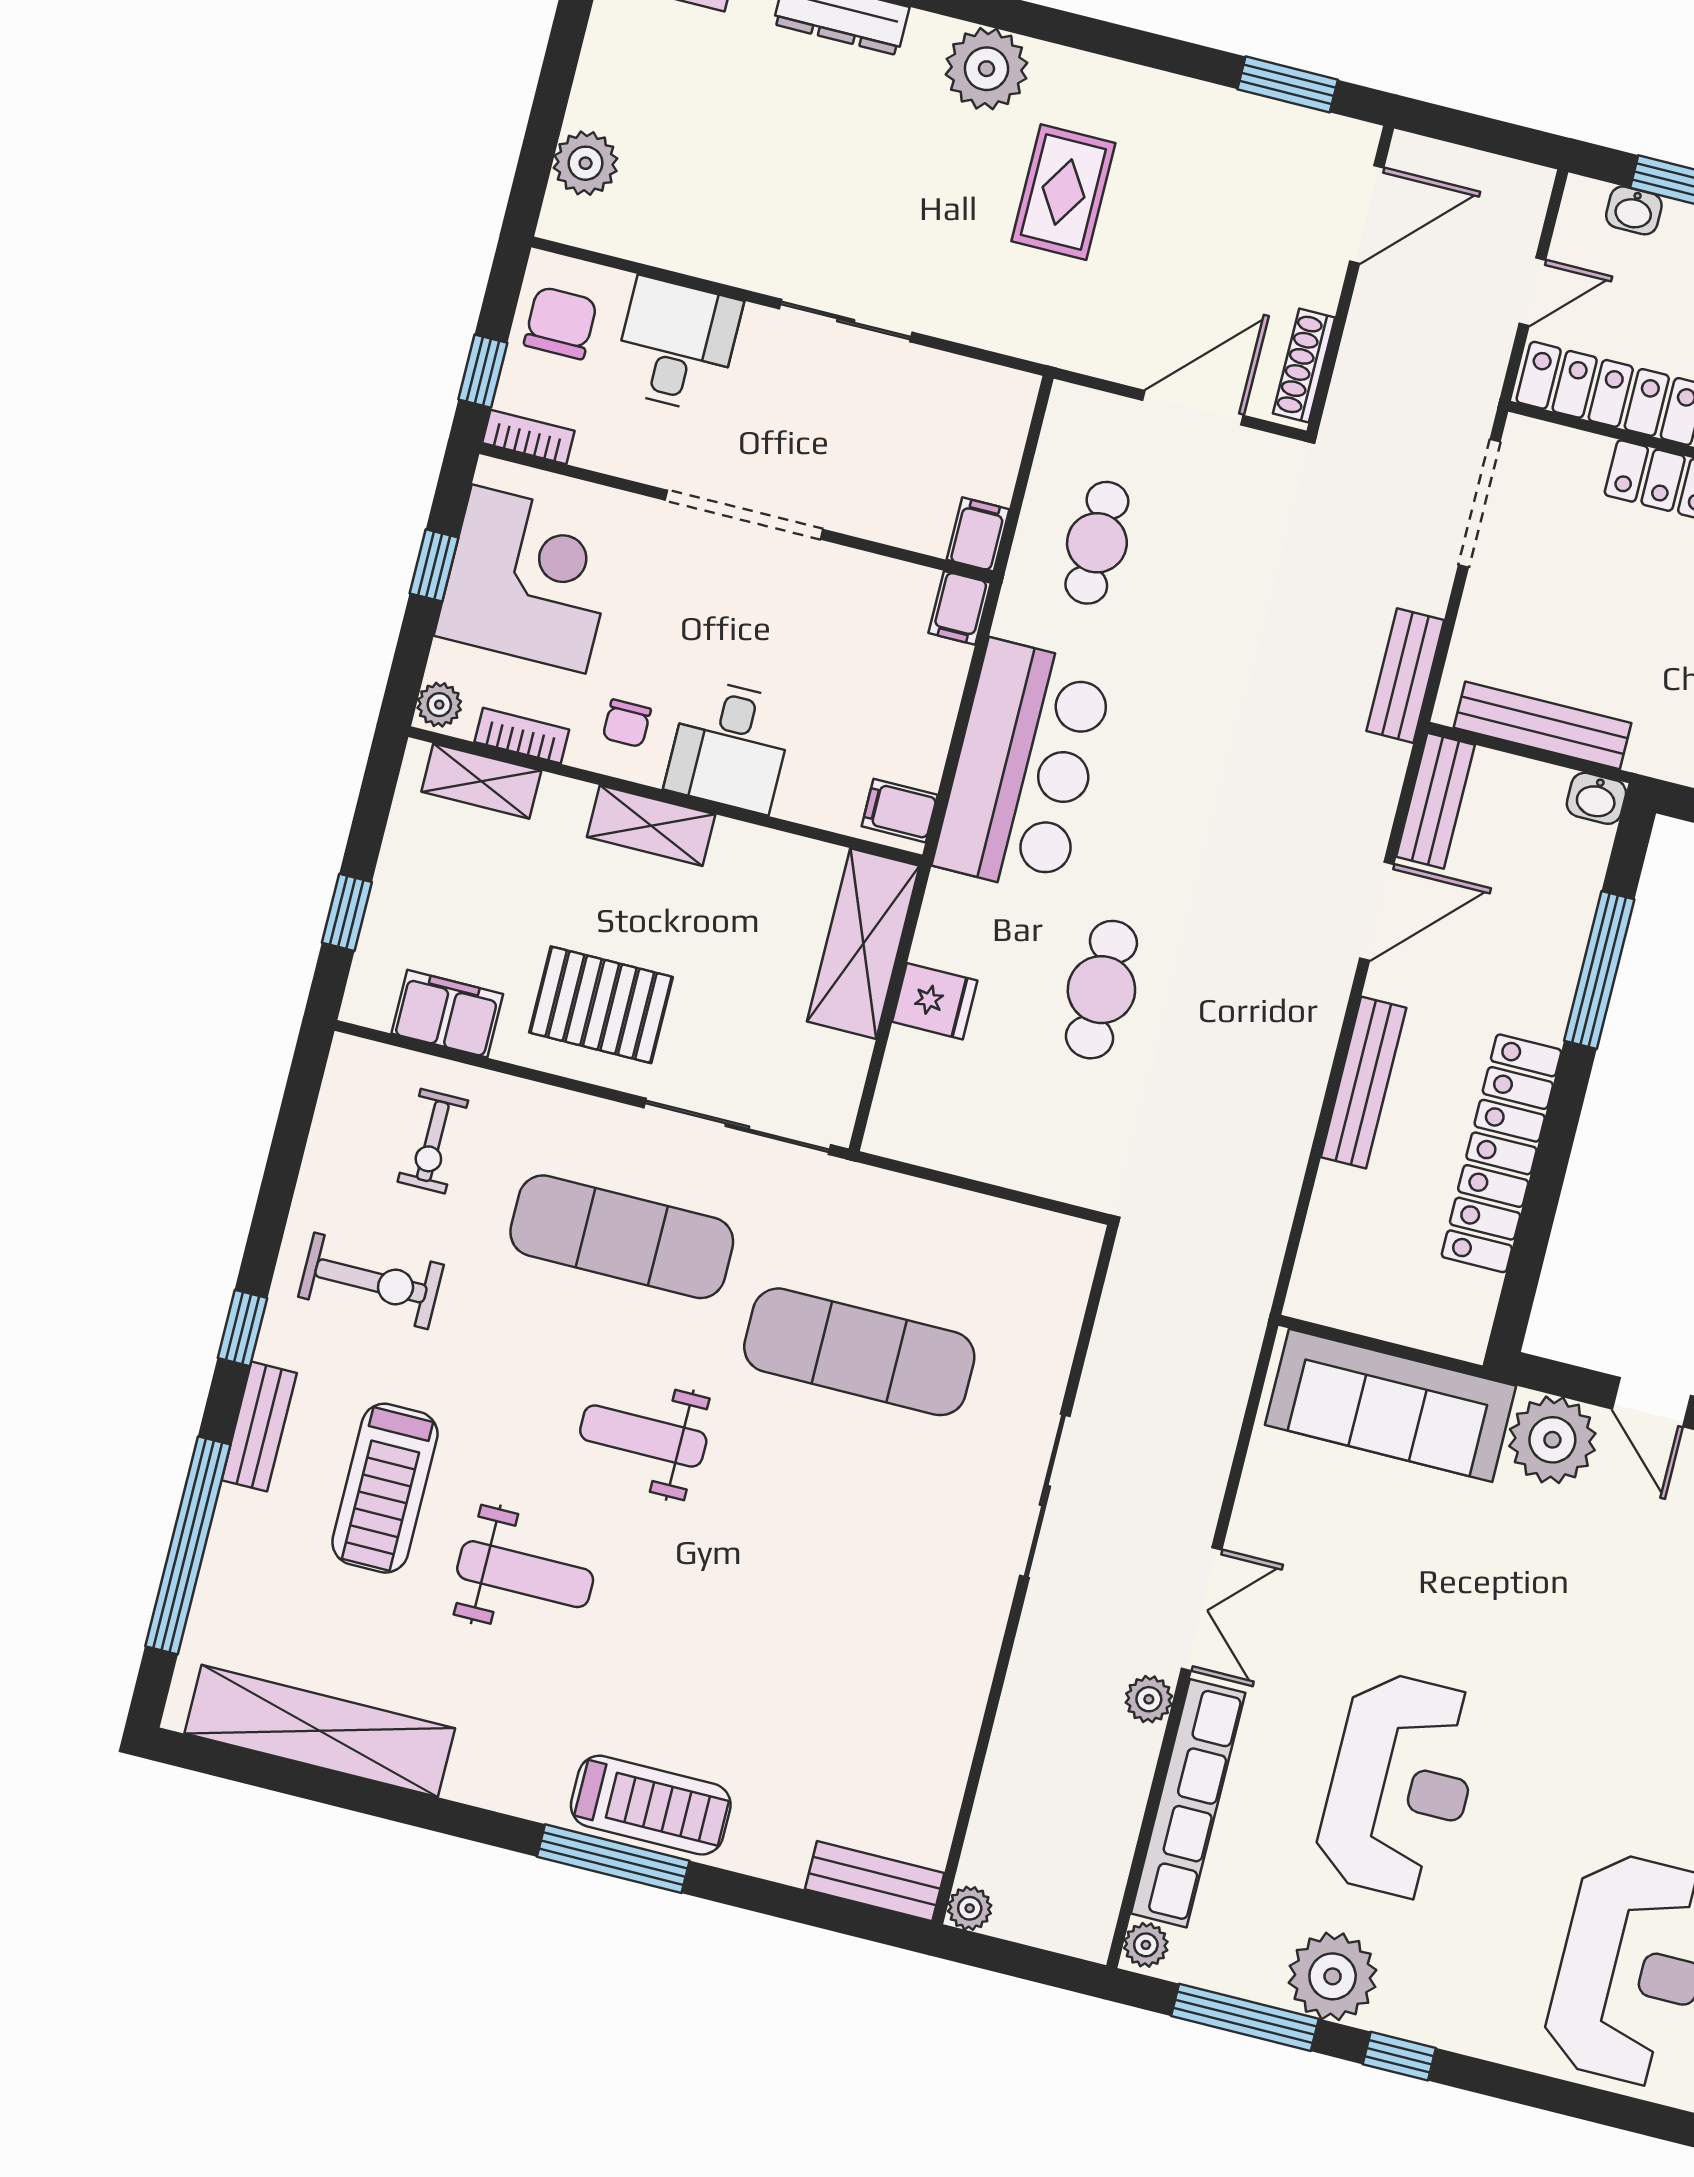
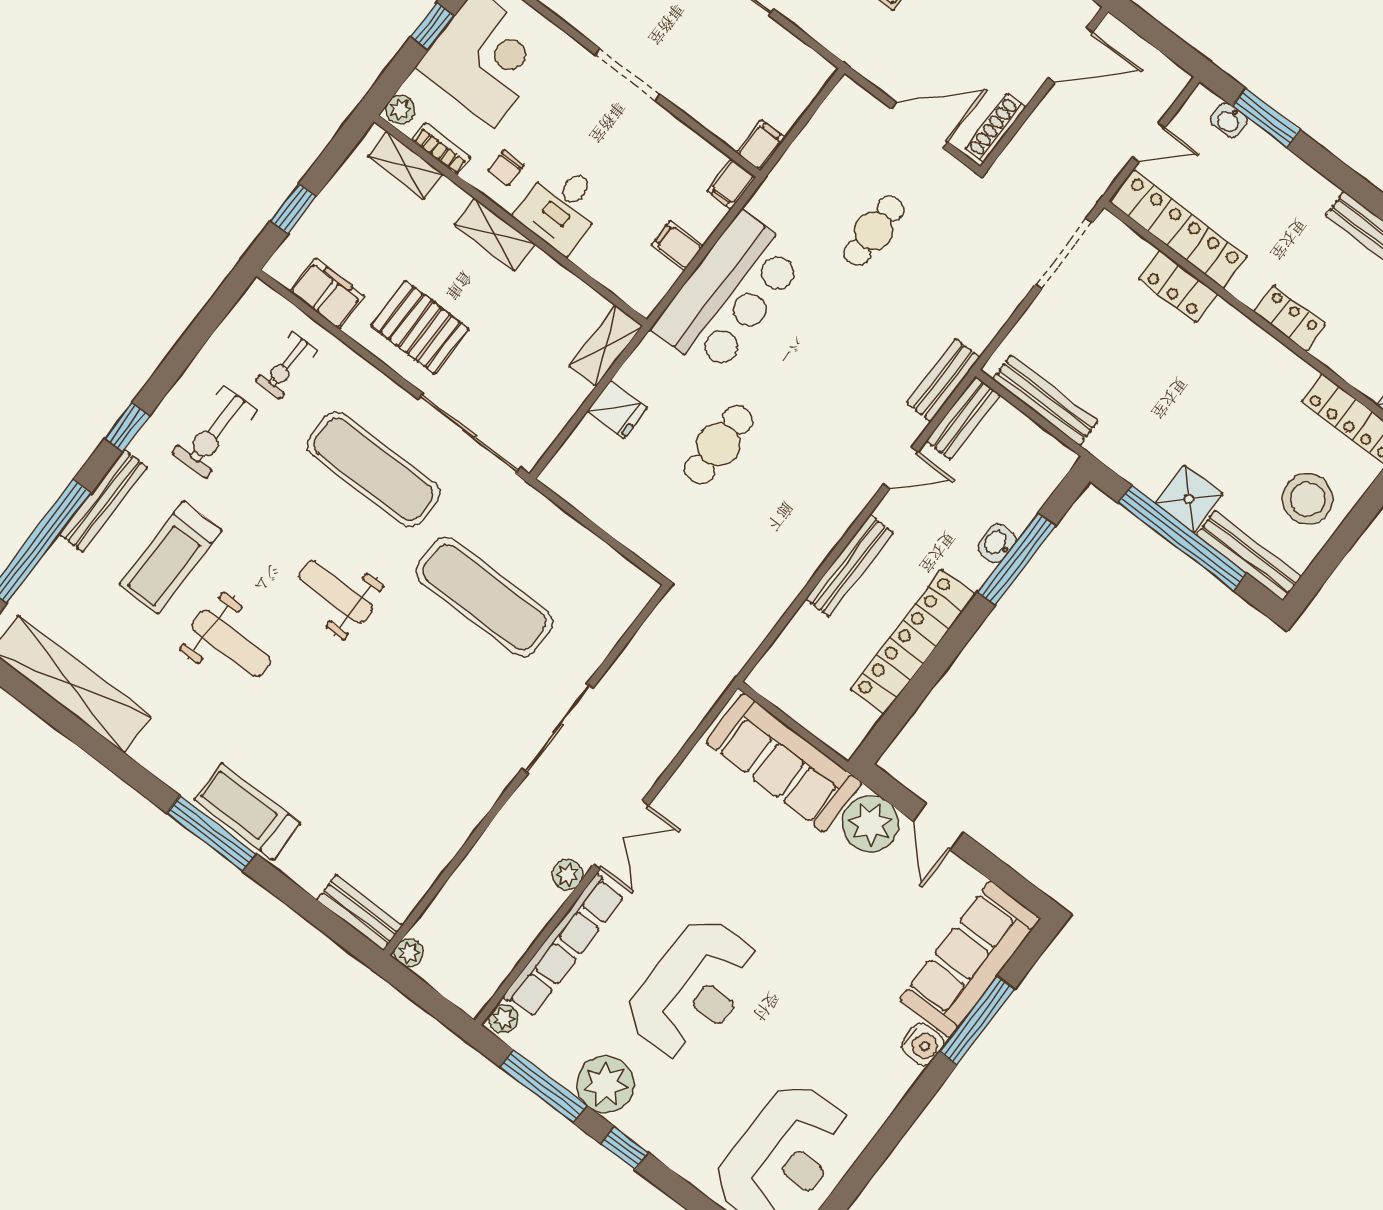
doorway: (744, 515) -> (628, 75), width x0.73
cafe table: (1097, 543) -> (874, 231), moved
bench: (1405, 676) -> (943, 380), moved
washbasin: (1596, 798) -> (997, 543), moved, turned 90
filing cabinet: (900, 811) -> (677, 245), moved
door: (1377, 911) -> (901, 468), width x0.73
shelving: (863, 944) -> (606, 346), width x0.67, depth x0.75
exercise bike: (371, 1281) -> (215, 432), turned 90
bench: (259, 1427) -> (103, 501), width x1.36
treadmill: (651, 1805) -> (247, 811), turned 180

